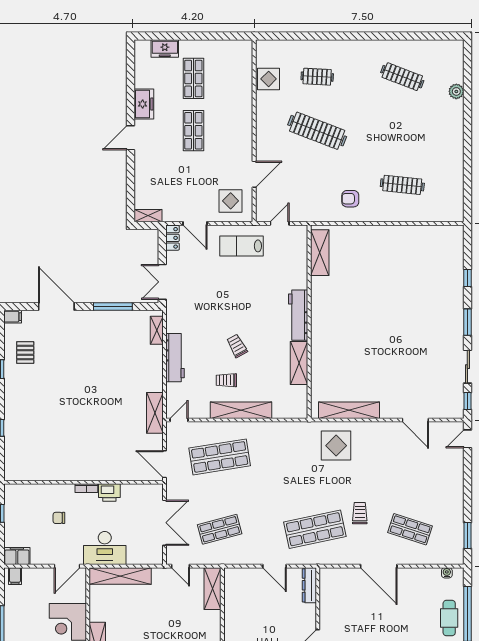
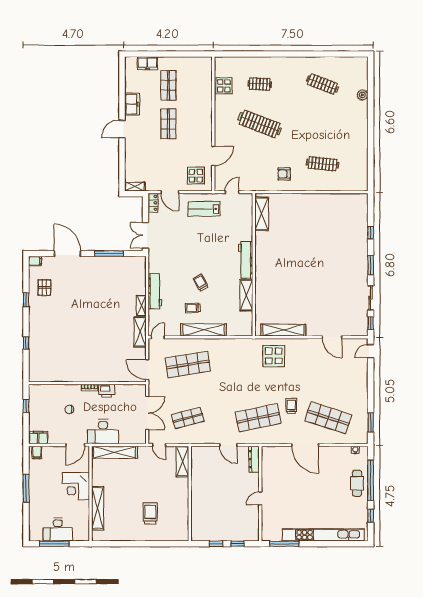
shelving: (157, 330) -> (141, 306), moved
shop shelf: (410, 529) -> (328, 418), width x1.43, depth x1.36

